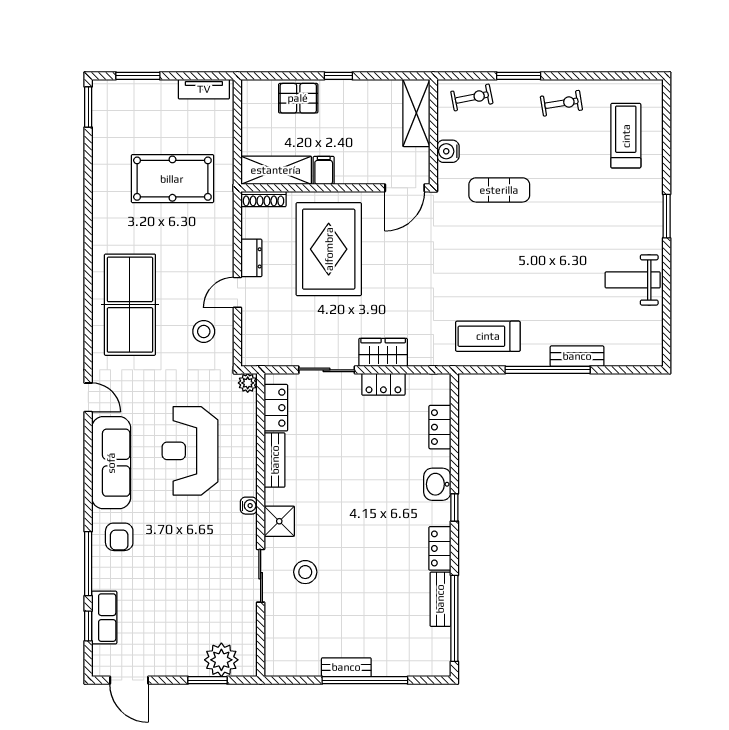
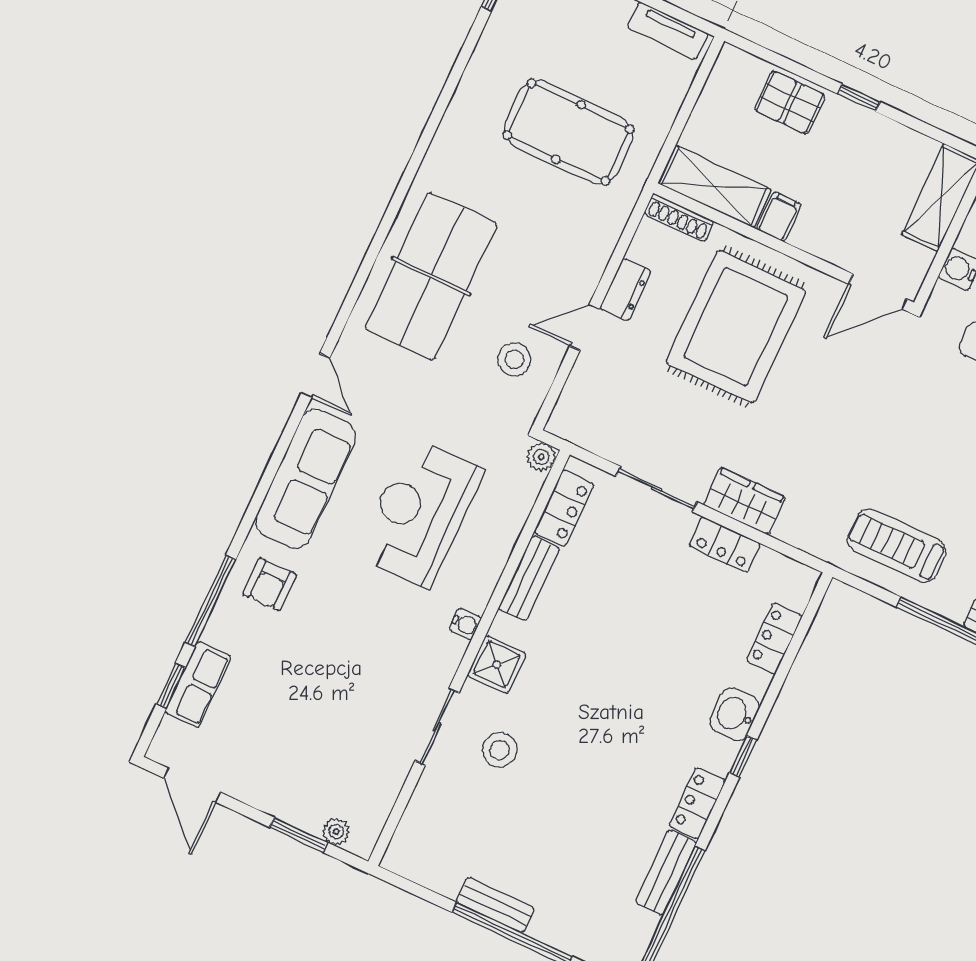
plant: (221, 660) -> (336, 832), width x0.53, depth x0.53

